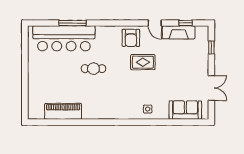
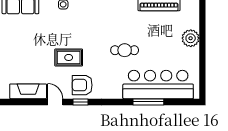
window: (186, 23) -> (80, 102), moved
armchair: (131, 38) -> (82, 85), turned -90
plant: (35, 79) -> (191, 38), added

